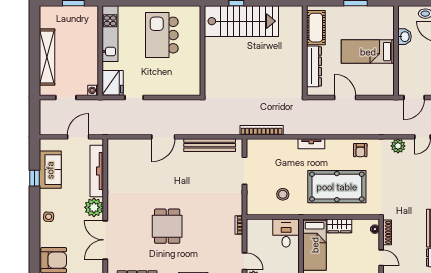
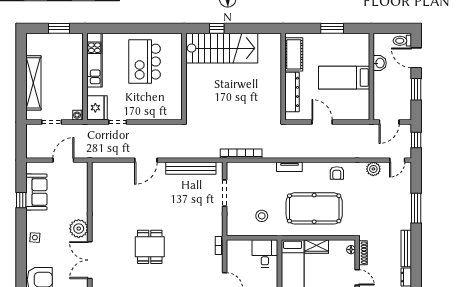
tv unit: (97, 171) -> (82, 193), removed

